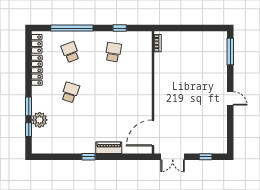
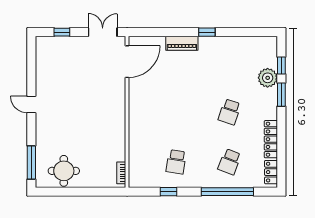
round table: (204, 45) -> (64, 171), added
school desk: (70, 52) -> (229, 162), turned 42

